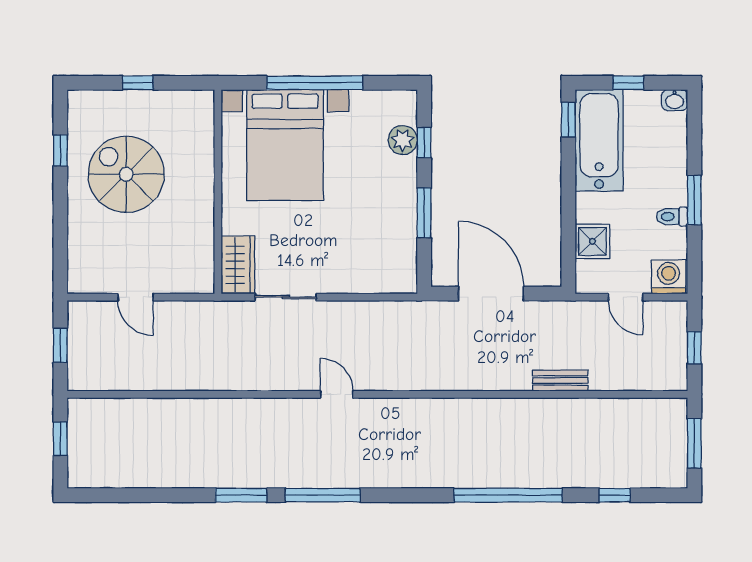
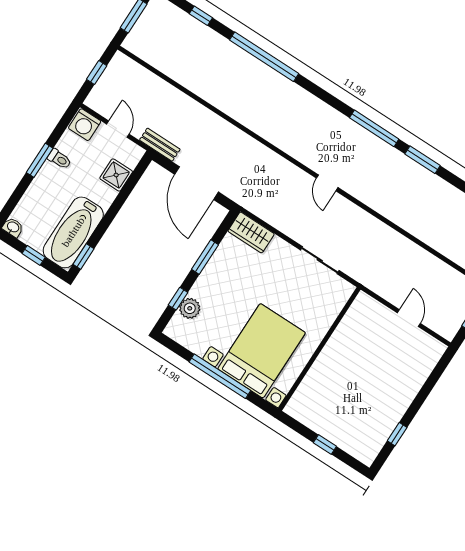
spiral stairs: (126, 174) -> (367, 395), removed
wardrobe: (238, 265) -> (251, 232), moved, turned -90
bench: (560, 381) -> (160, 145), moved

